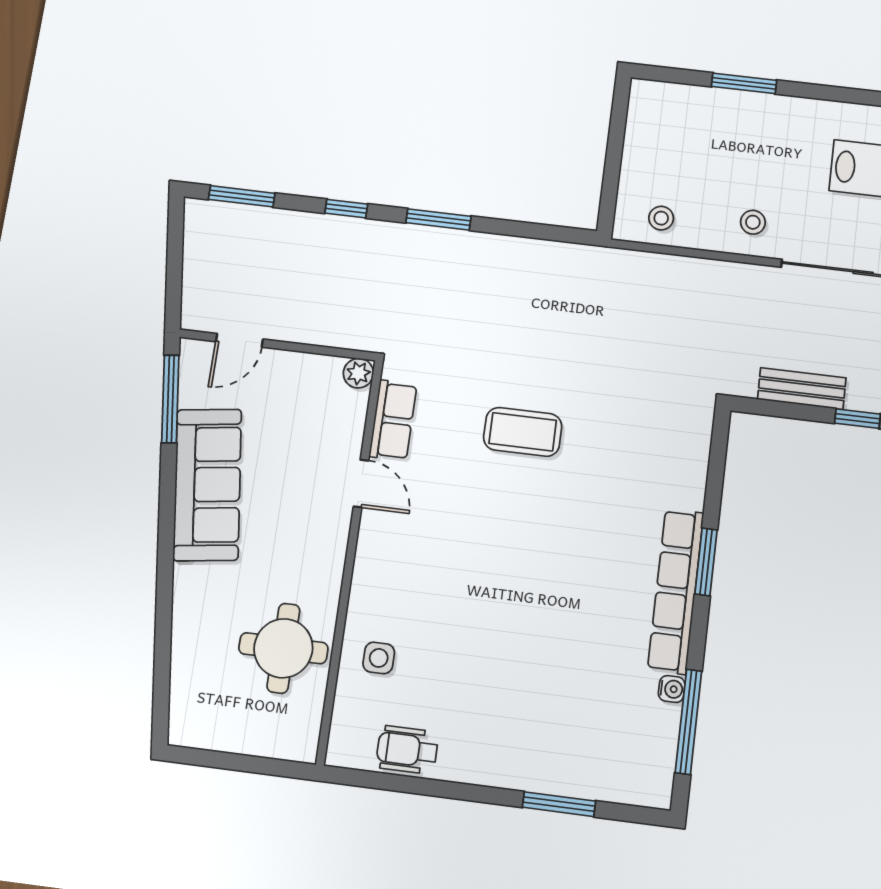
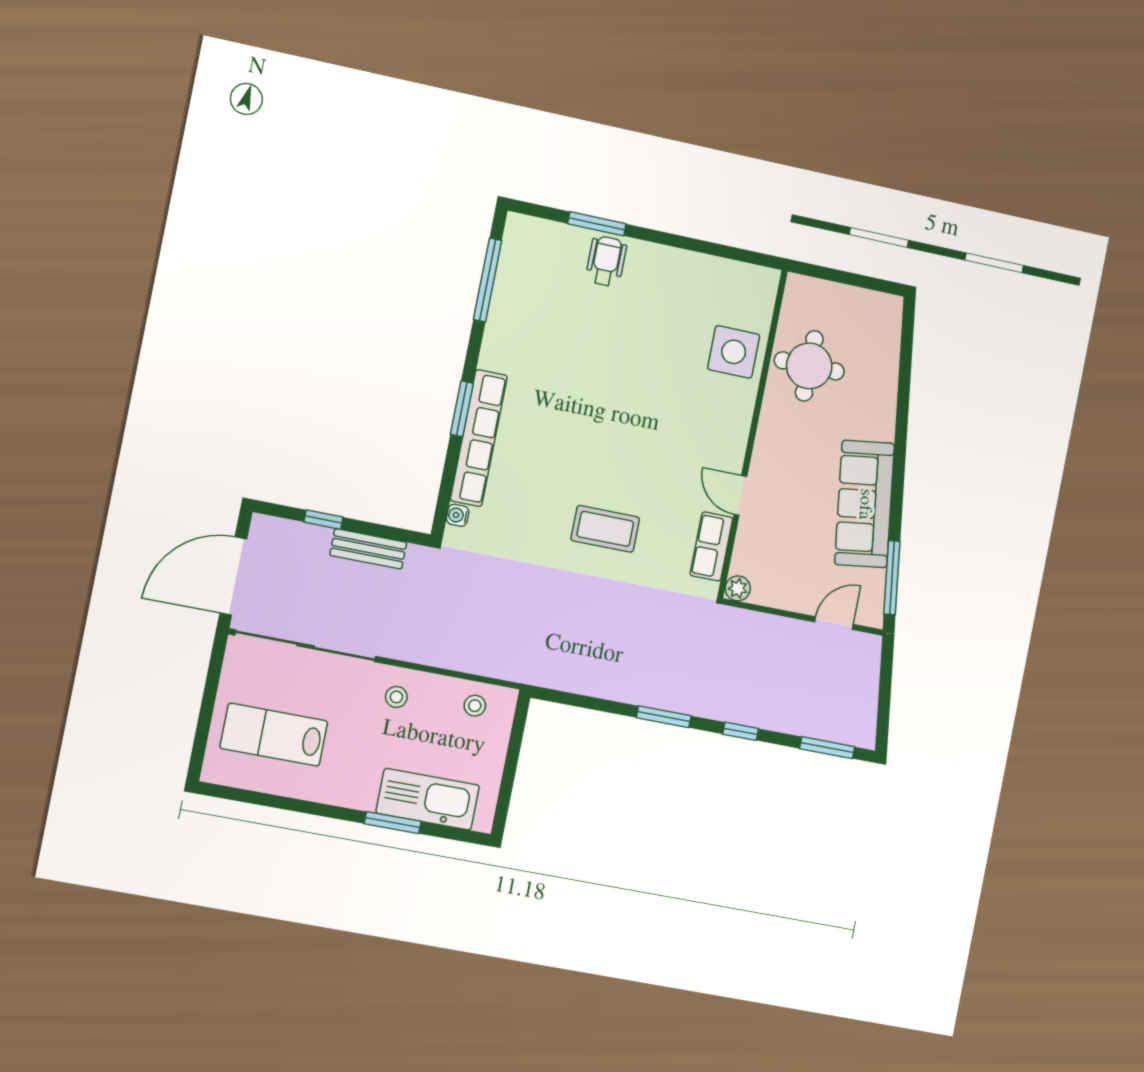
kitchen sink: (706, 111) -> (428, 799), added
row of seats: (676, 591) -> (479, 438), moved
side table: (379, 658) -> (734, 352), width x1.87, depth x1.87
water cooler: (672, 689) -> (458, 515), moved
wheelchair: (407, 750) -> (606, 261), moved, turned -90

